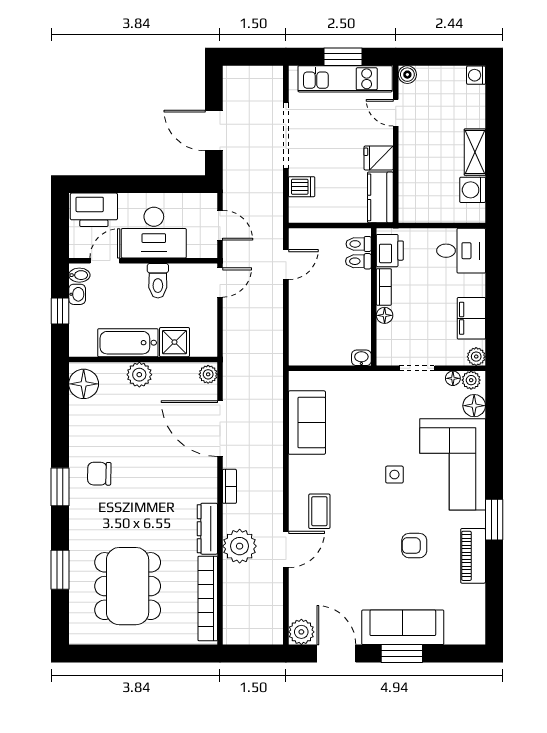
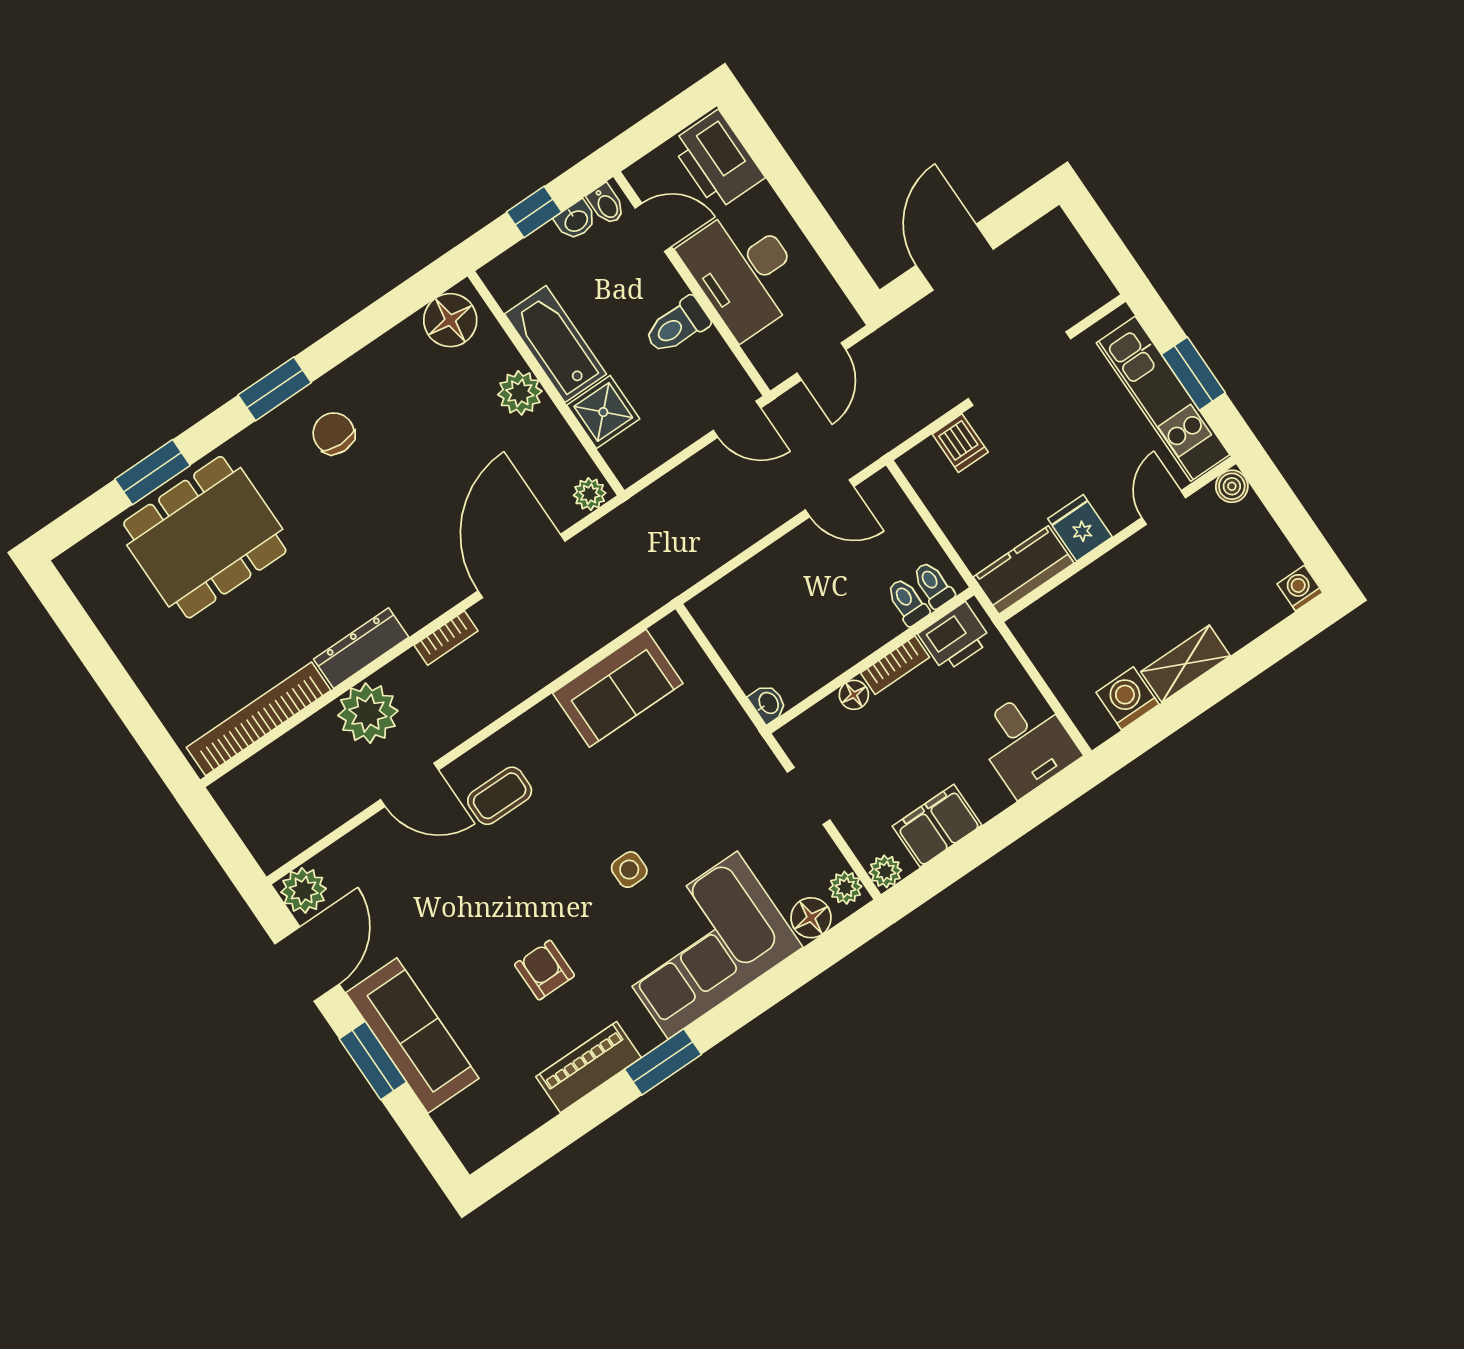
floor lamp: (453, 378) -> (830, 859), removed
dining table: (128, 586) -> (205, 537), moved

